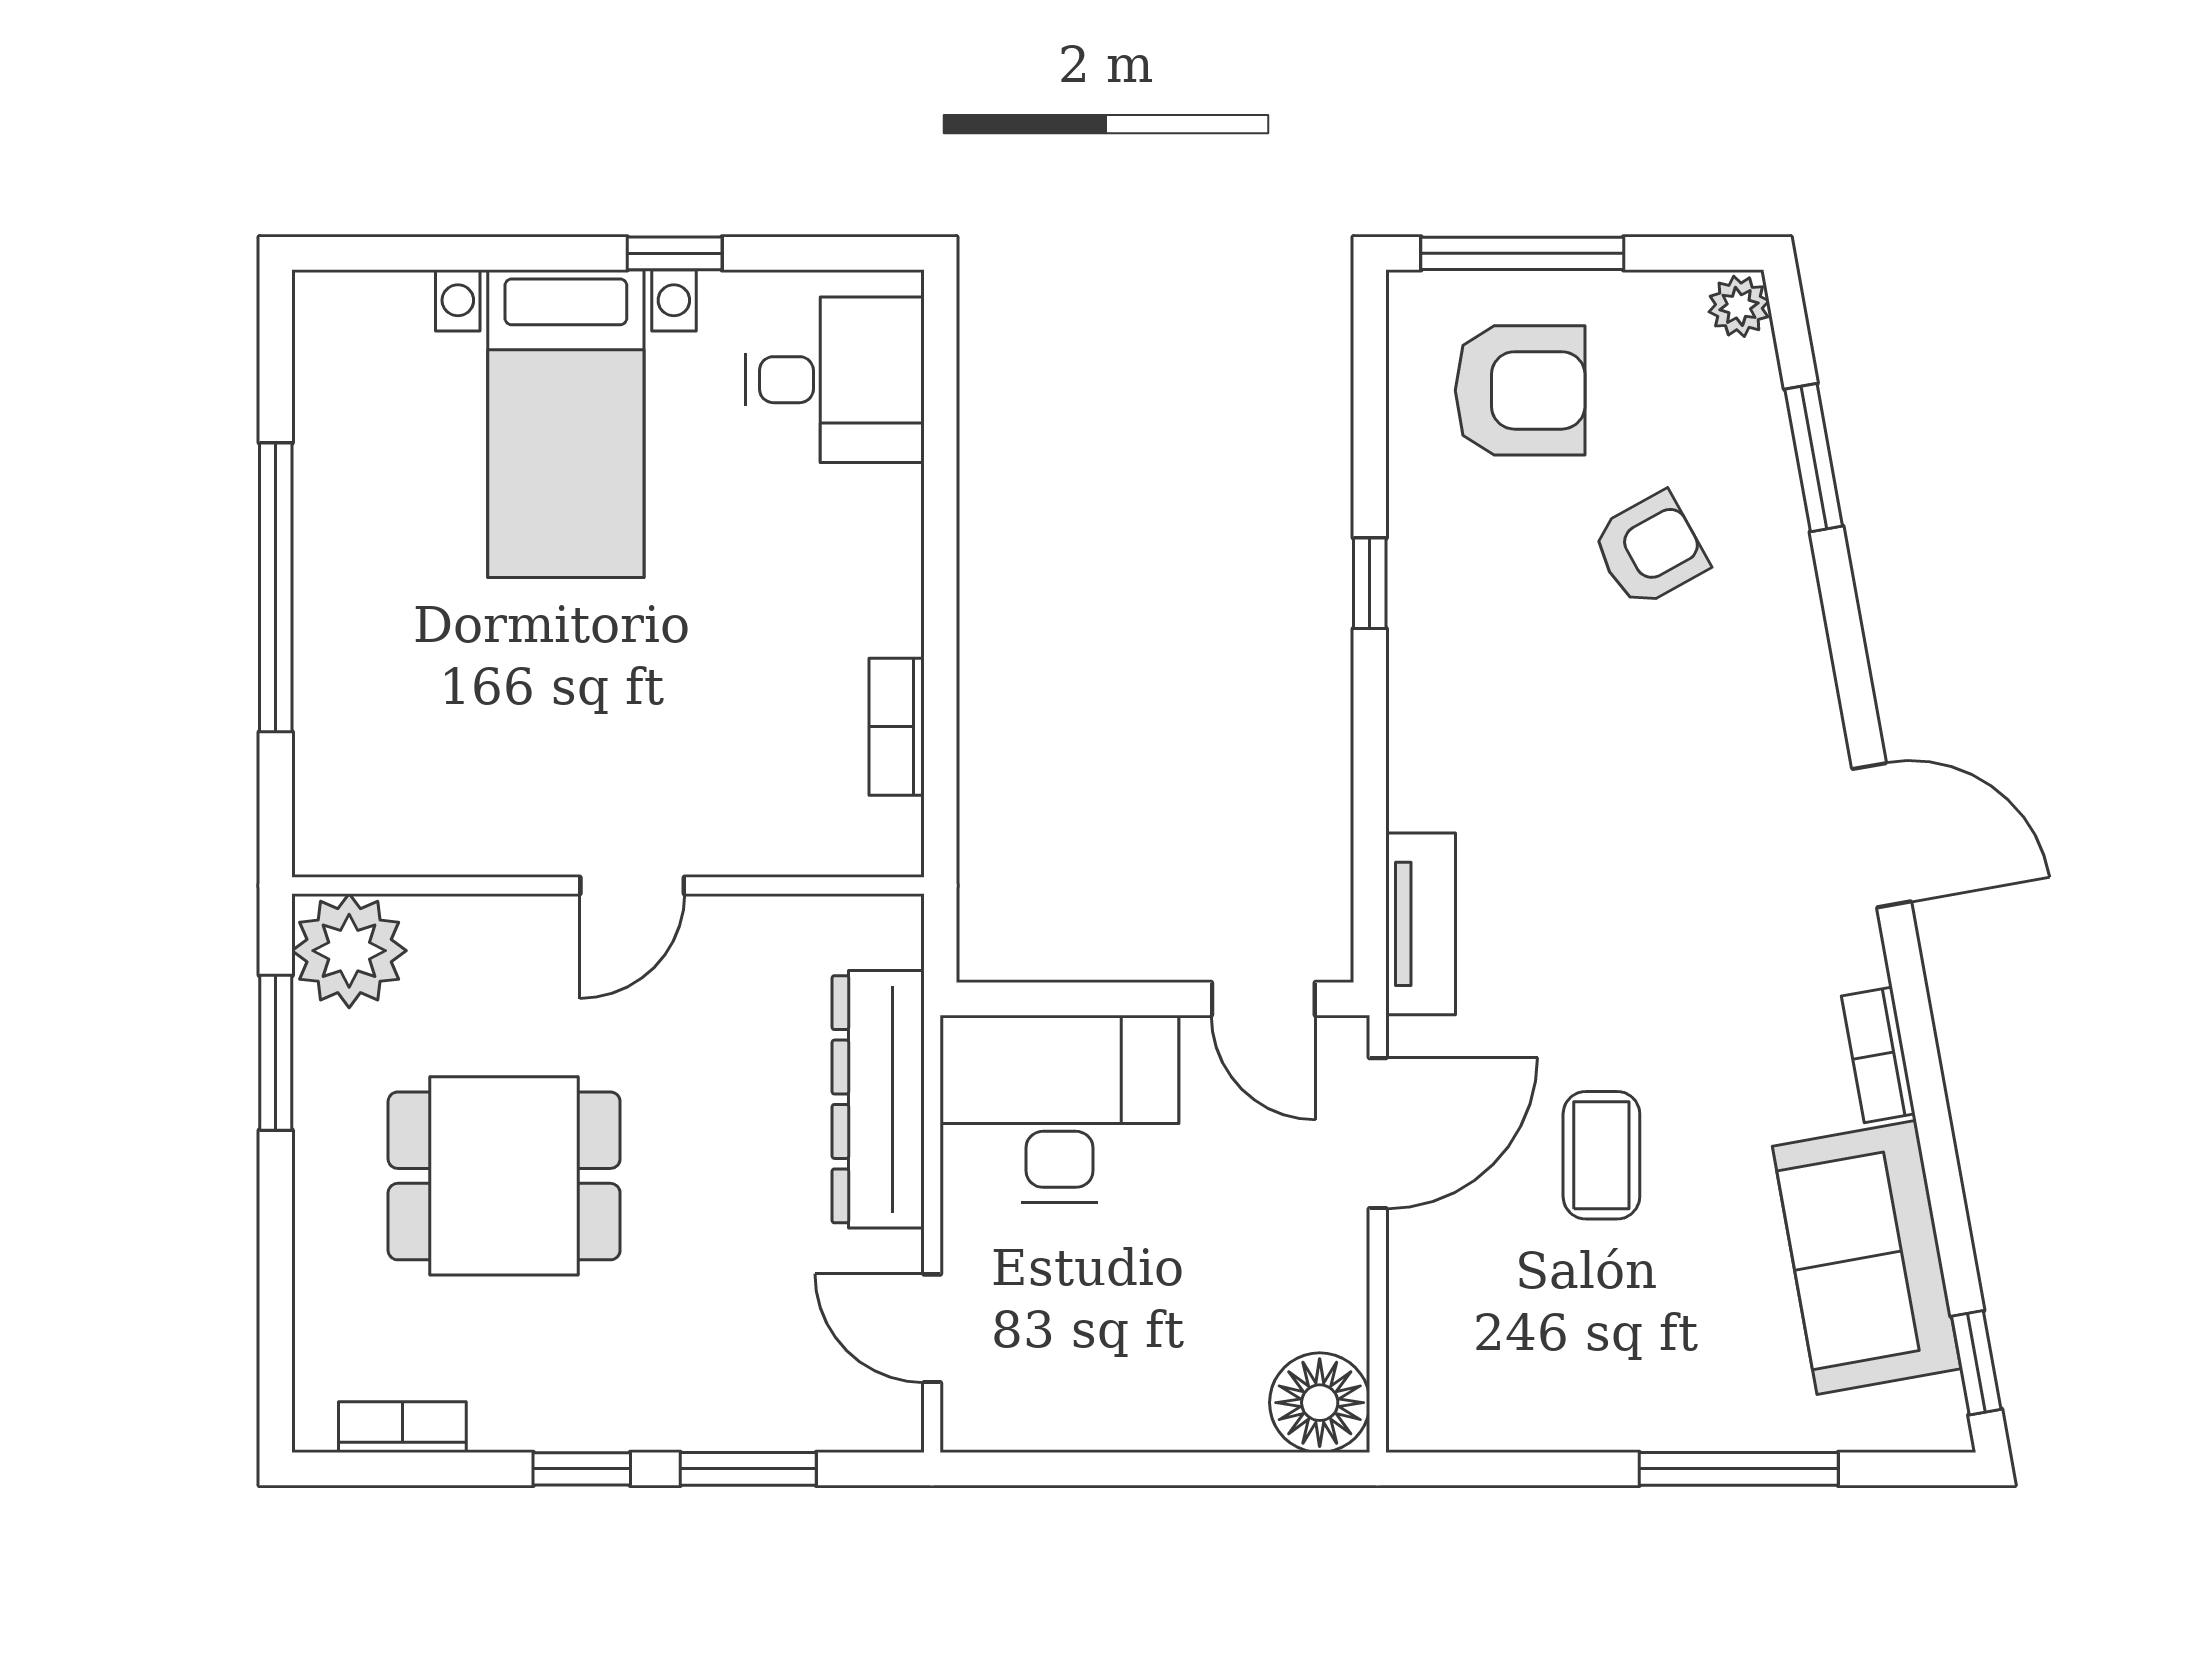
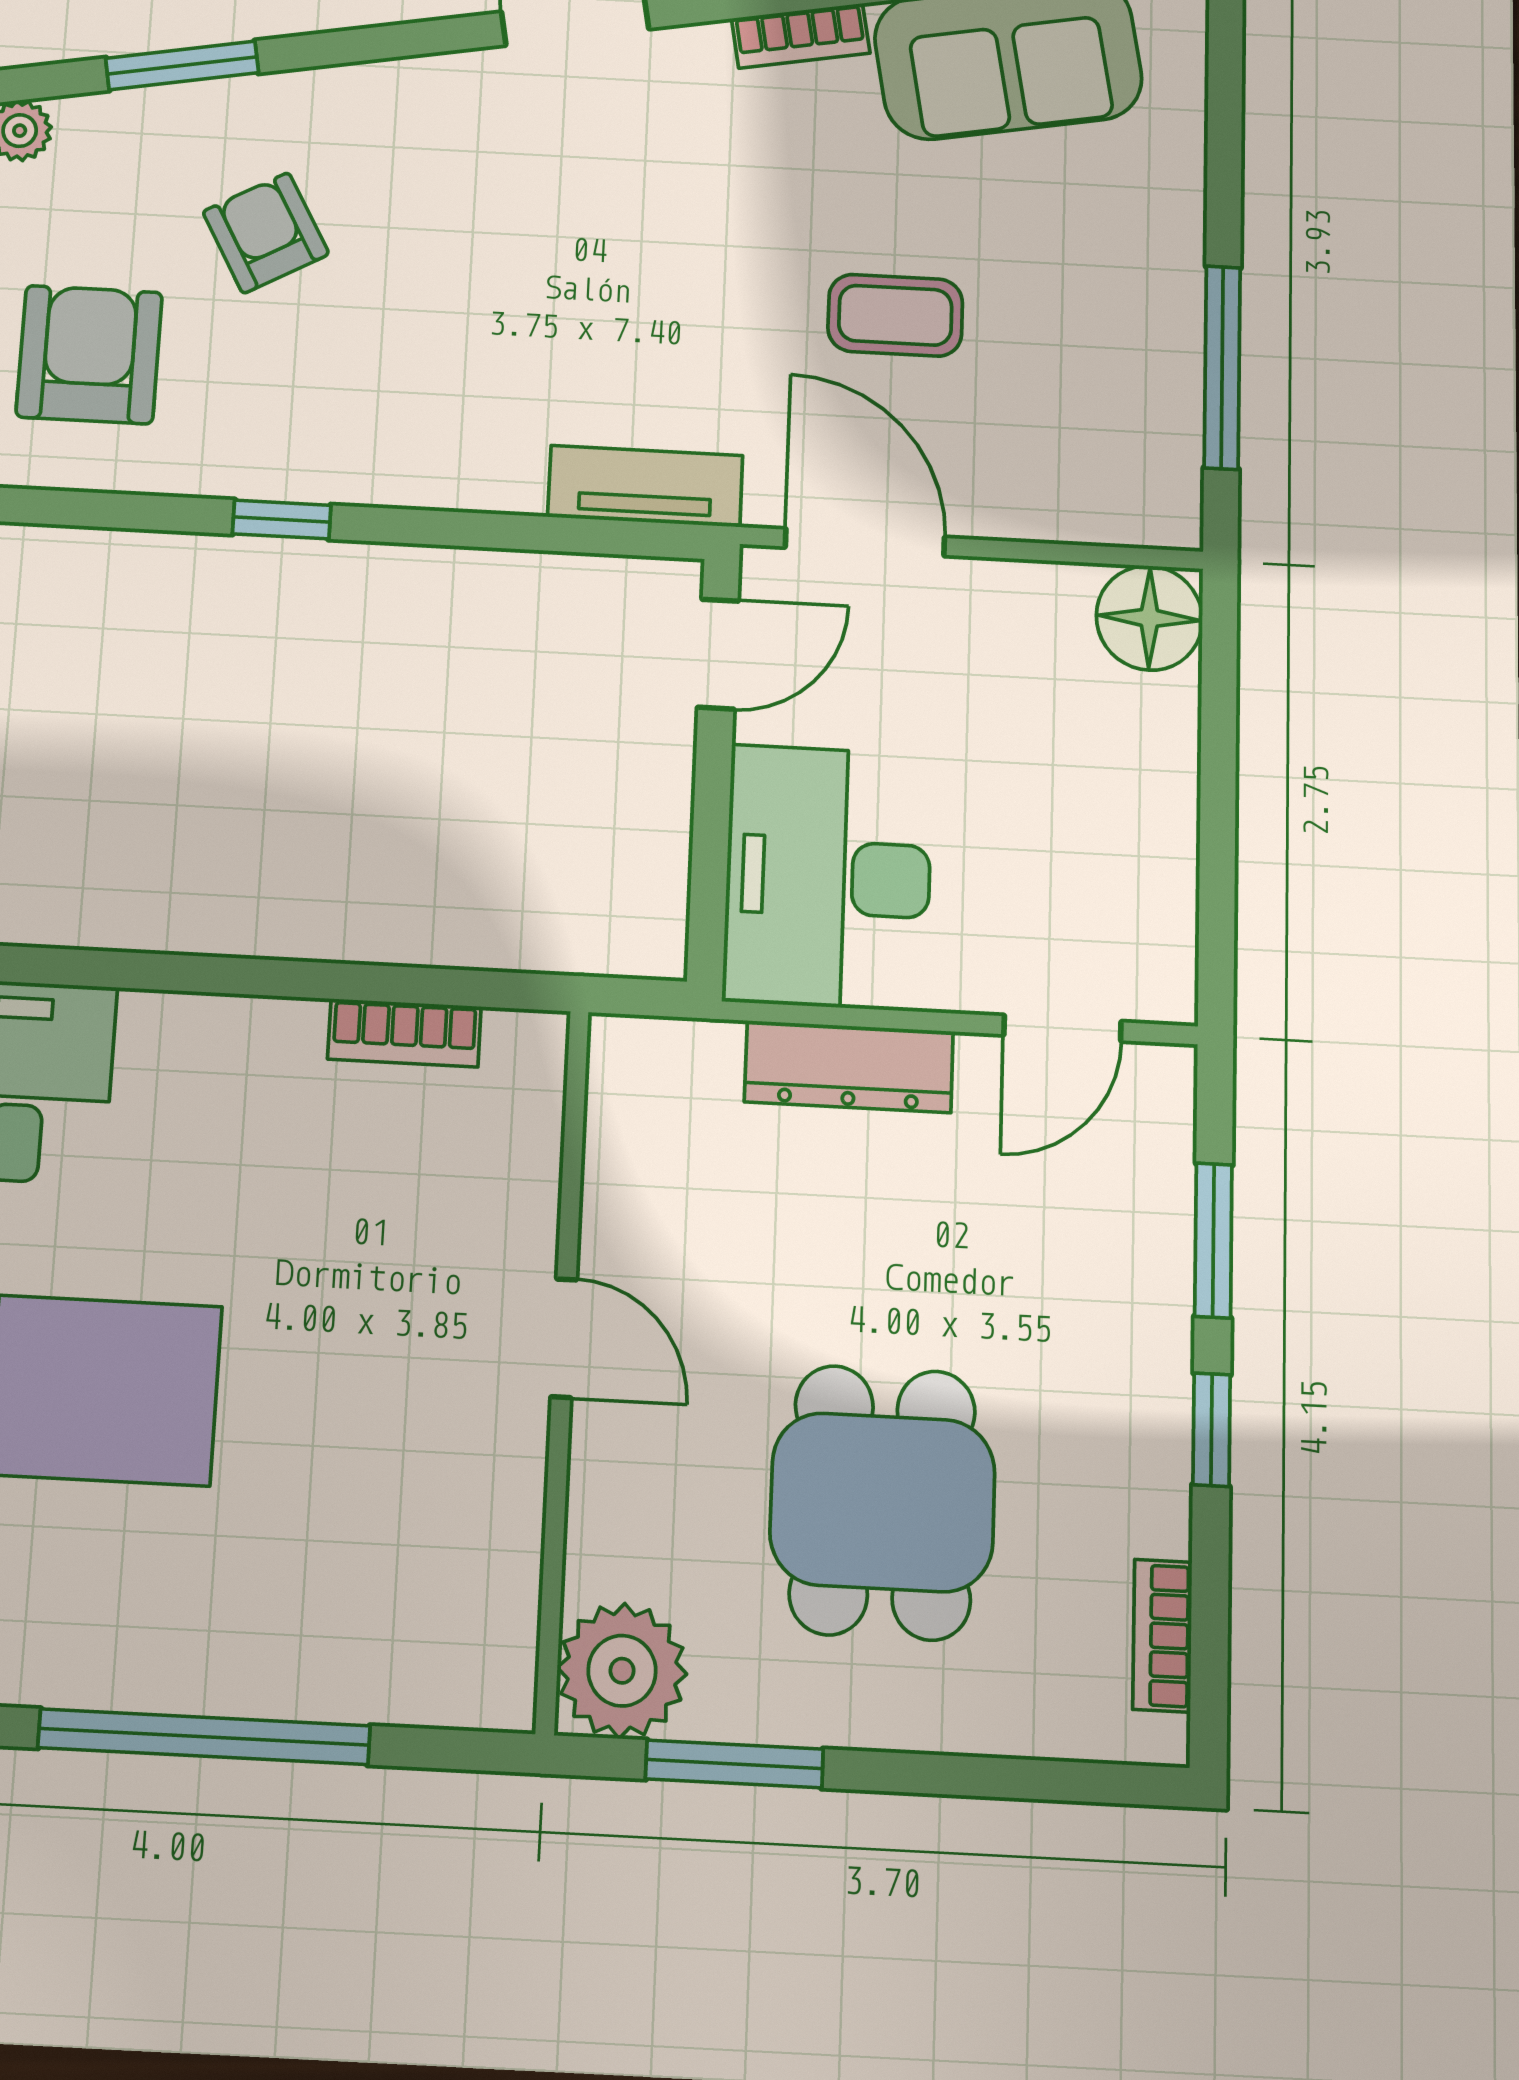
dresser: (878, 1099) -> (849, 1067), width x0.73, depth x0.80
window: (1739, 1469) -> (1222, 367), moved

